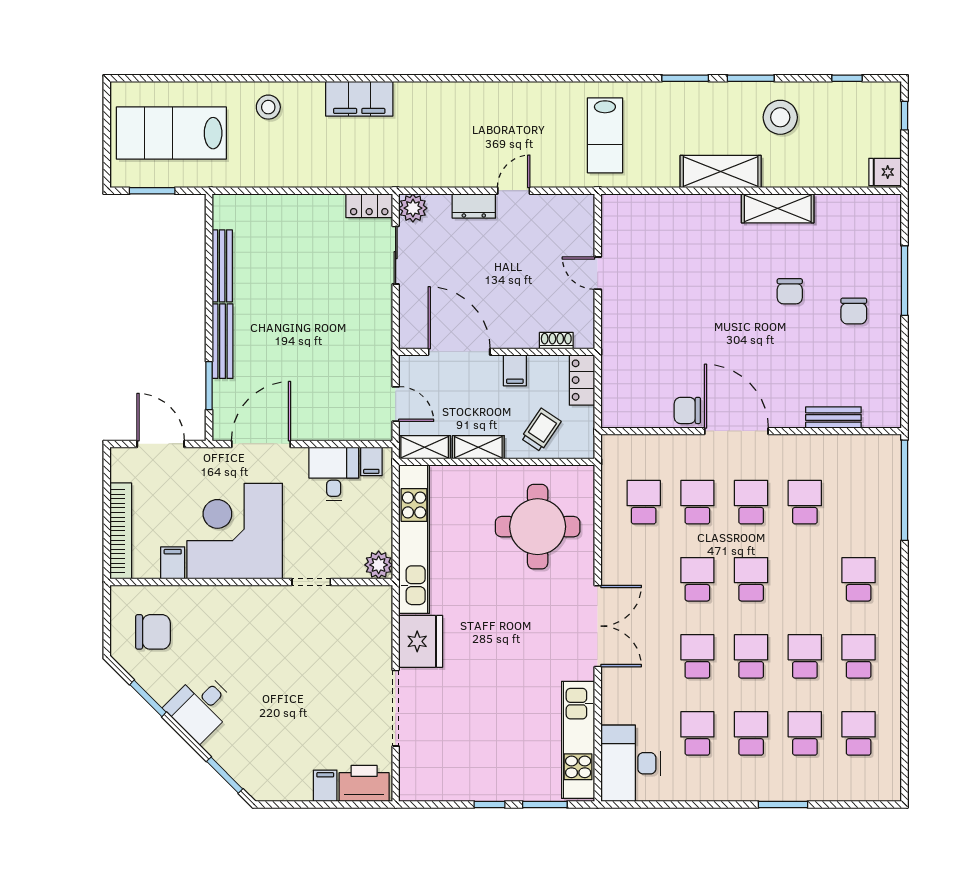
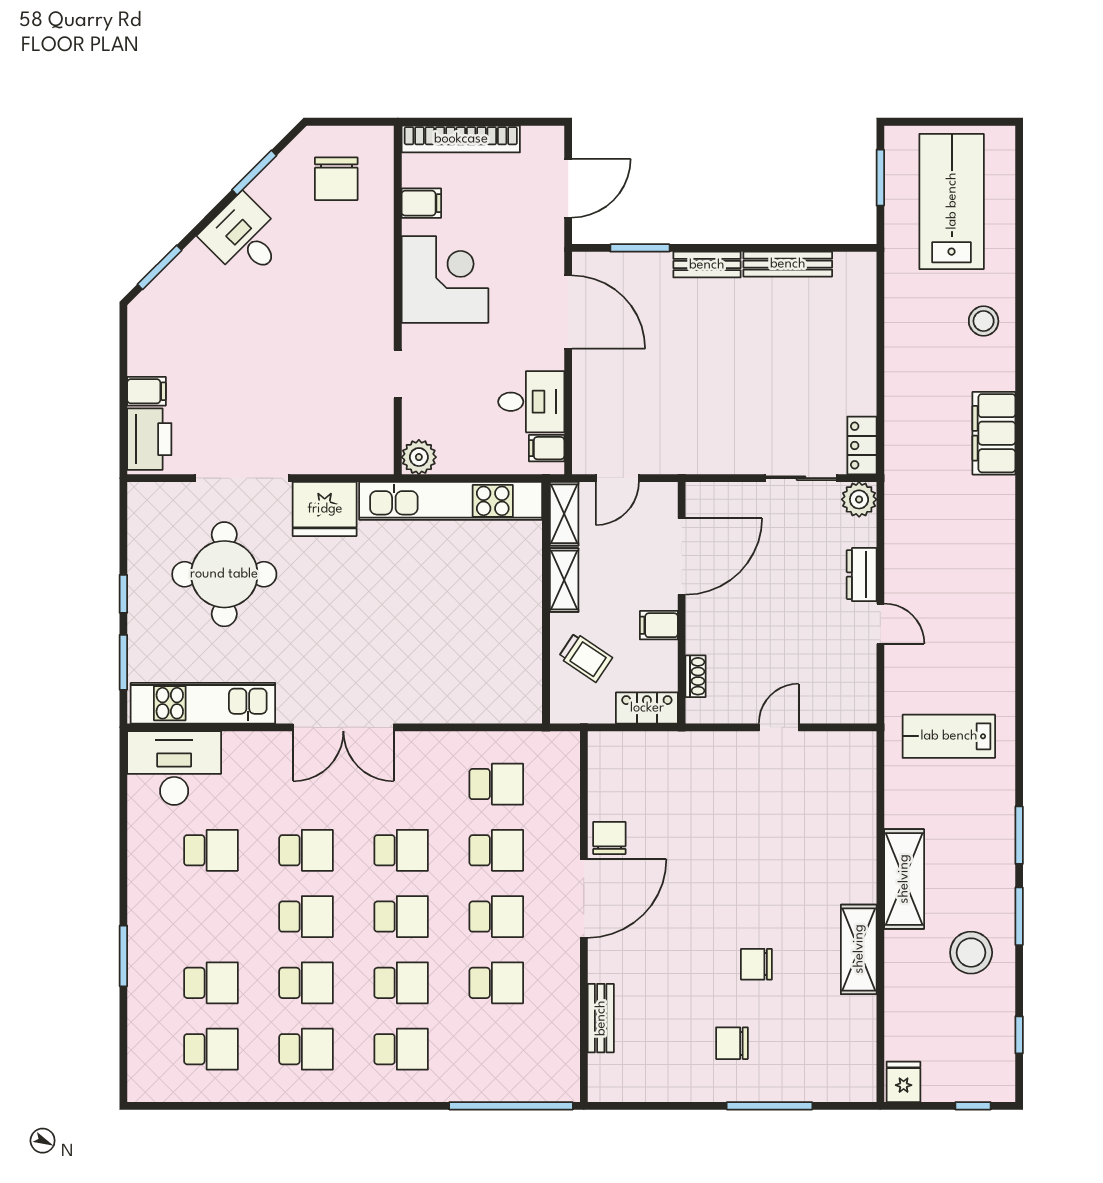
bench: (223, 341) -> (707, 265), width x0.73
round table: (538, 527) -> (224, 574), moved
corner desk: (235, 531) -> (445, 279), width x0.74, depth x0.74
school desk: (751, 733) -> (401, 983), moved

